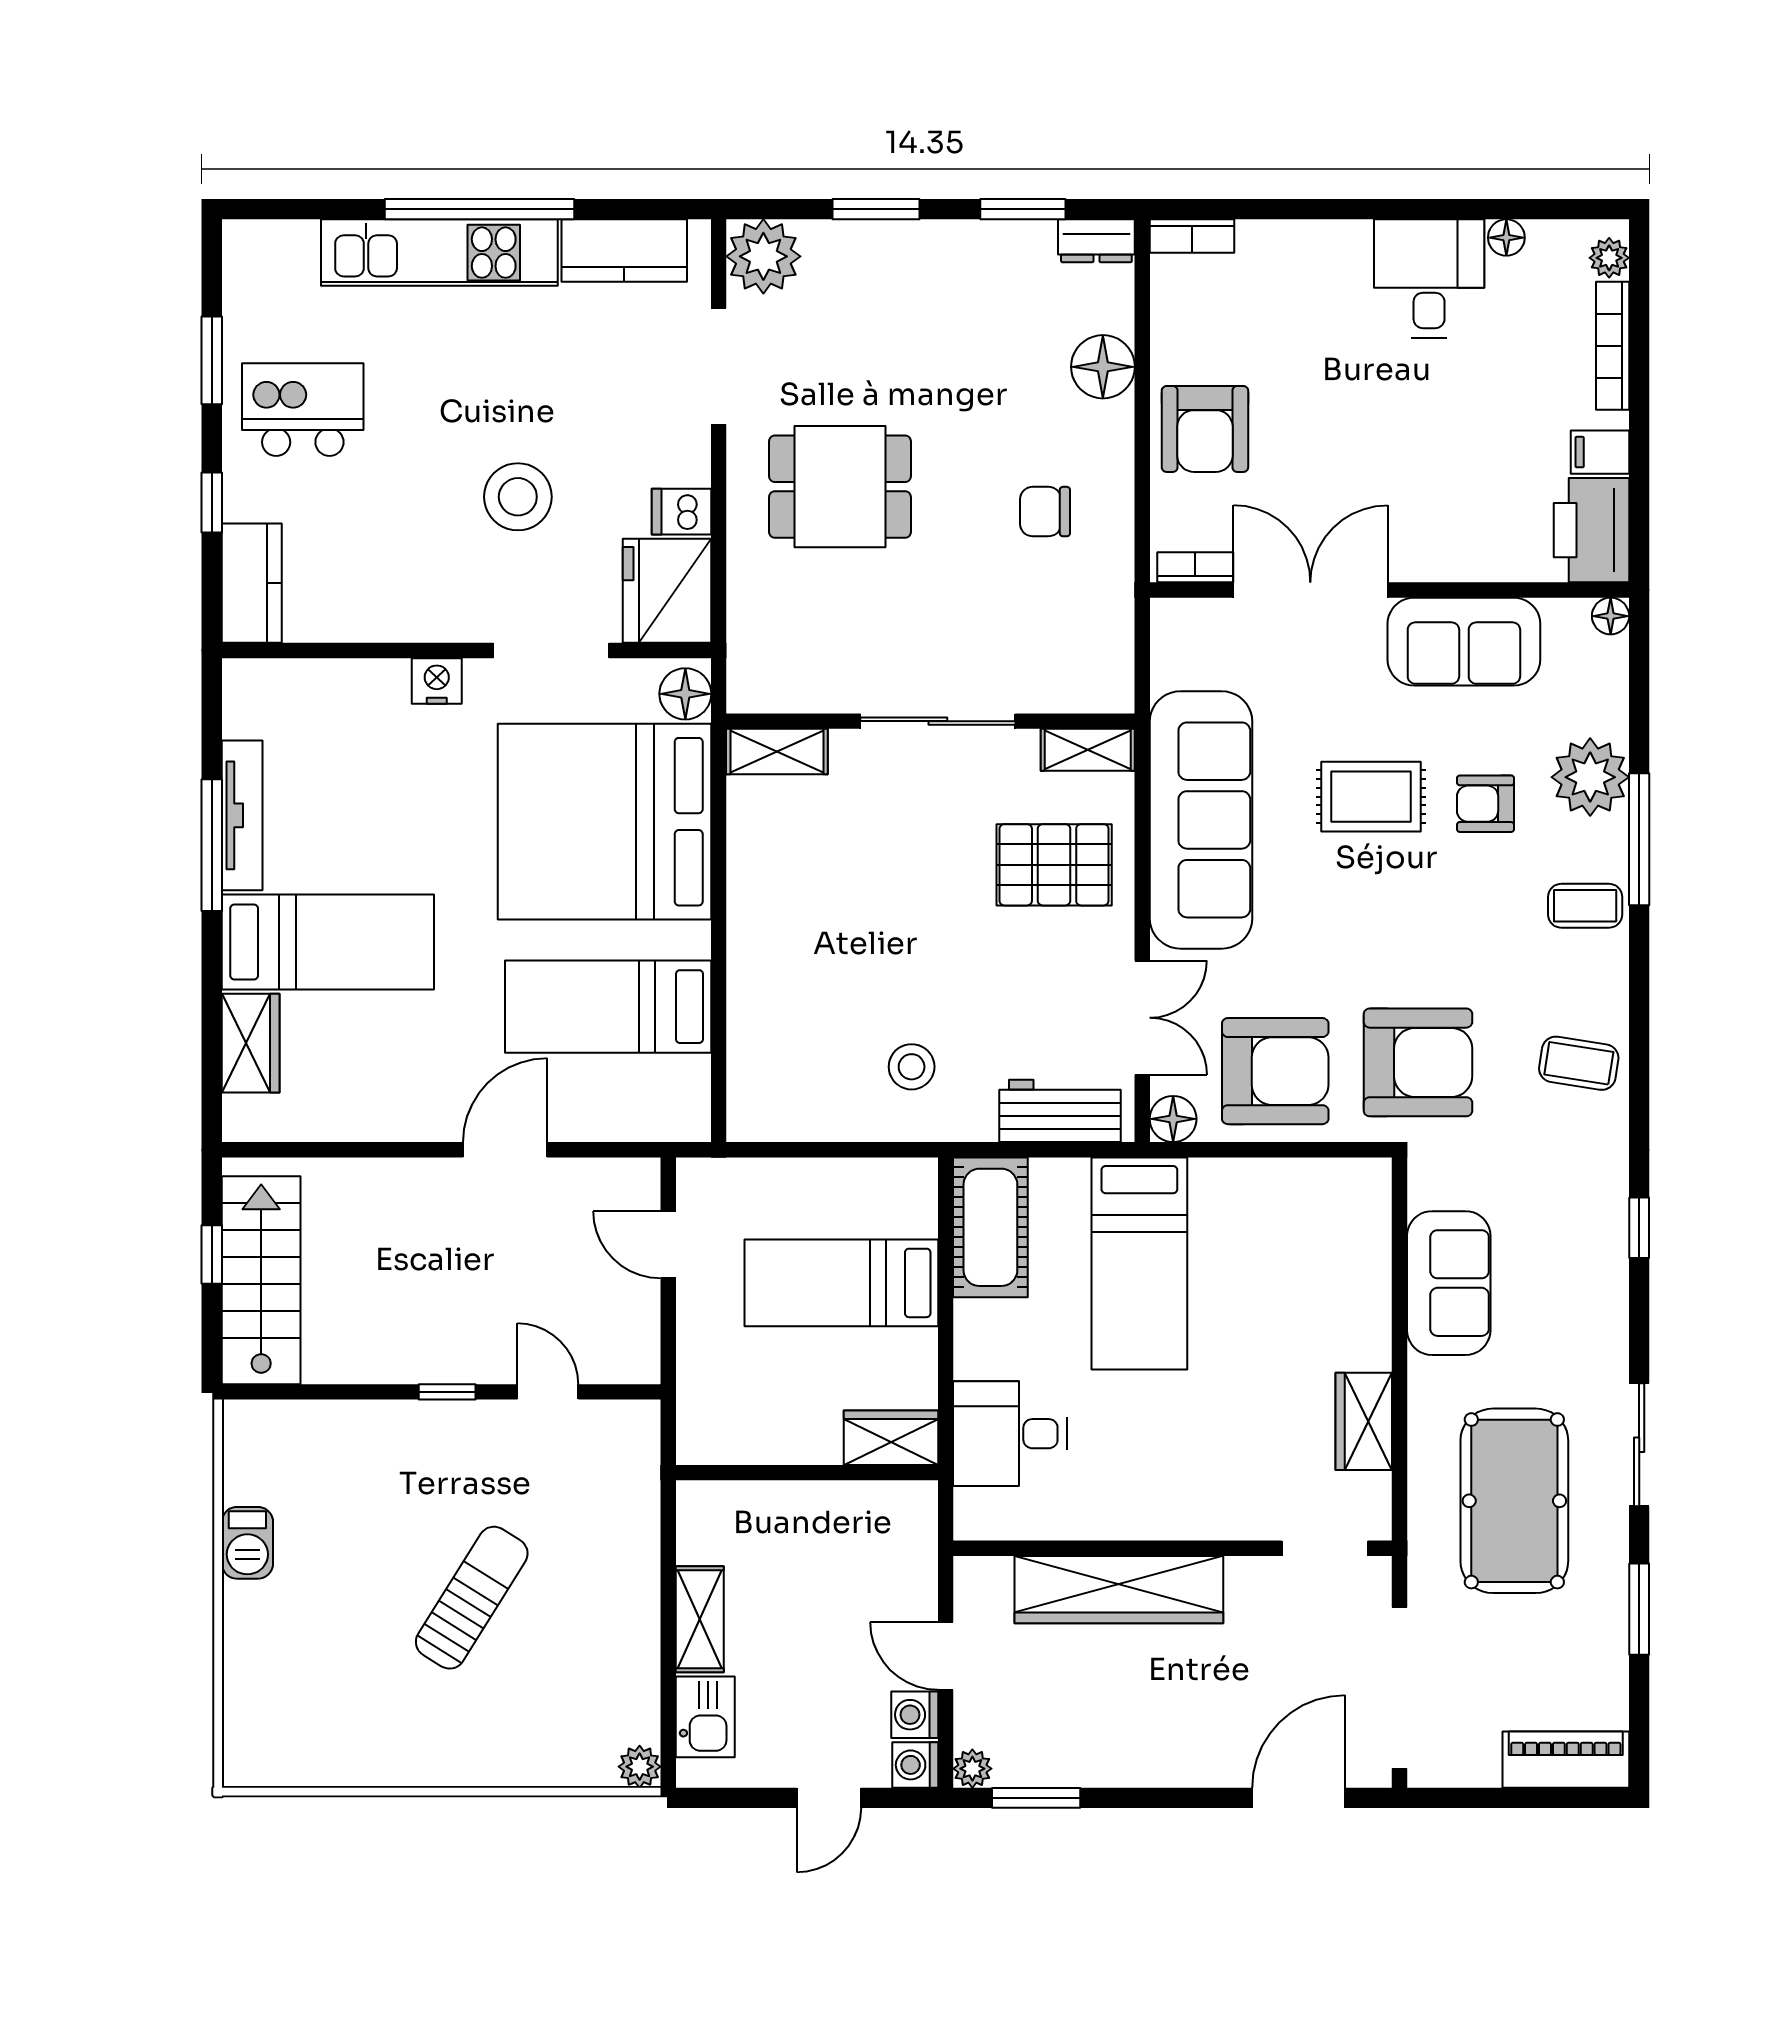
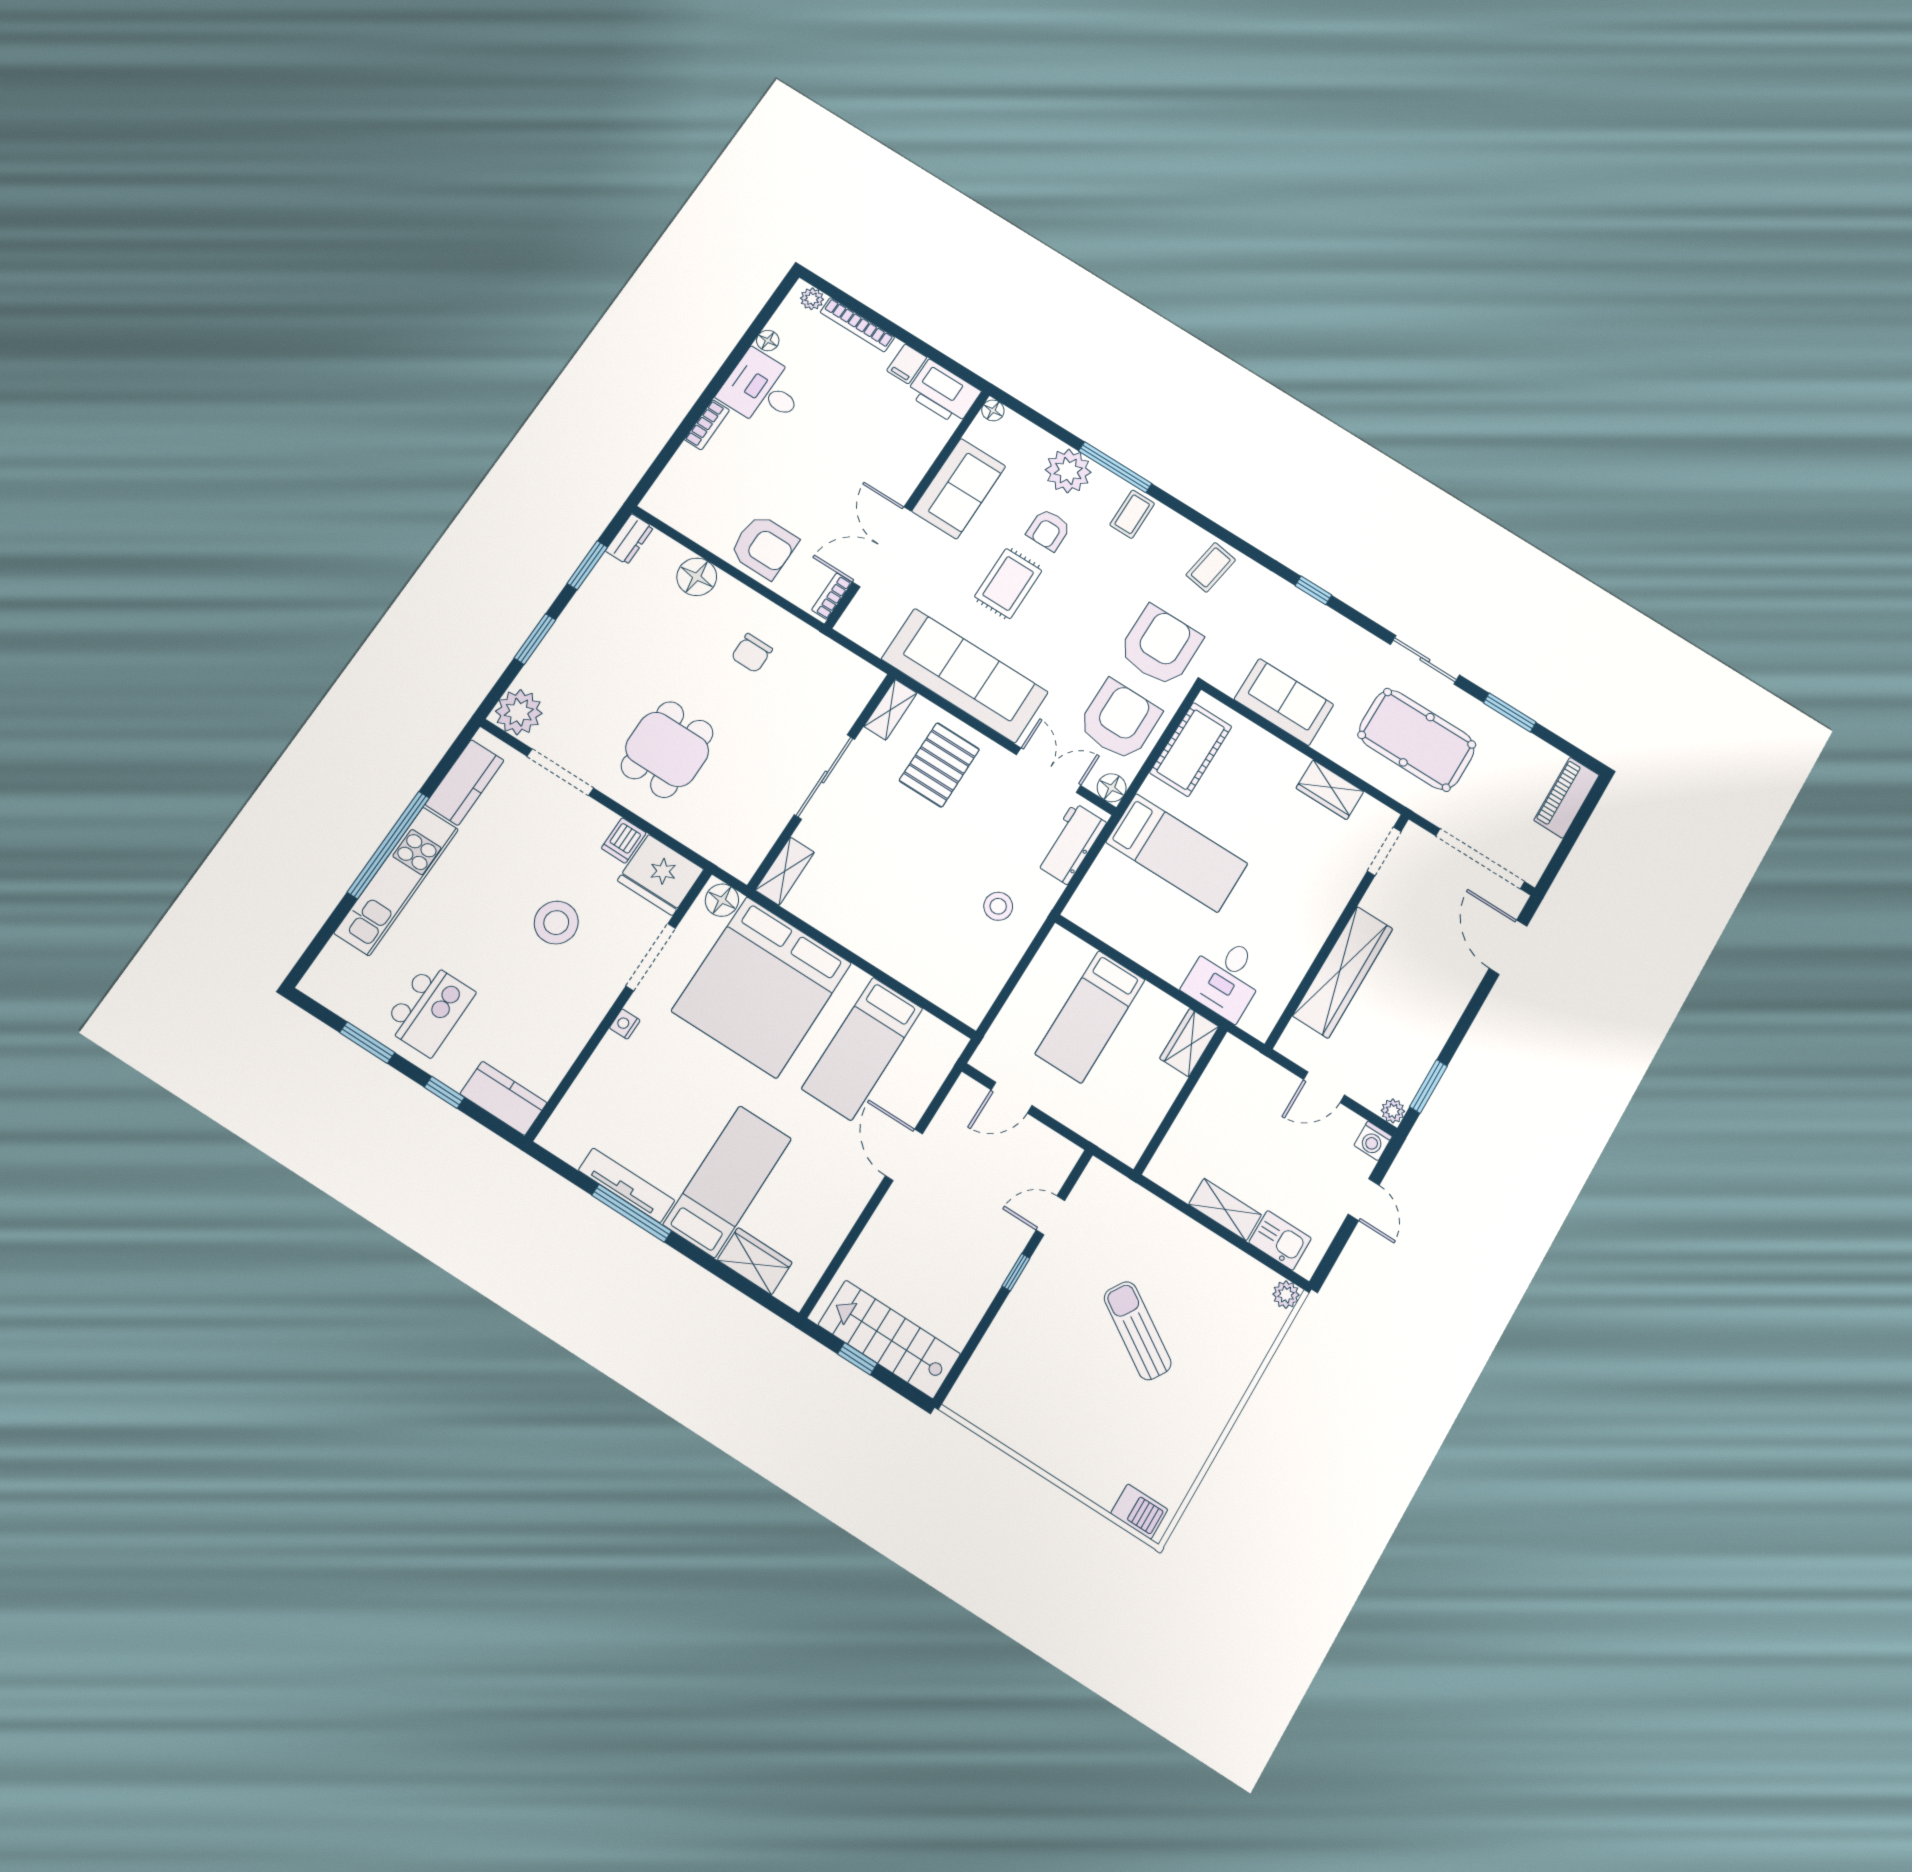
bookcase: (1192, 236) -> (707, 425), moved
kitchen island: (303, 410) -> (429, 1009), turned 180
nightstand: (437, 681) -> (625, 1024), width x0.72, depth x0.74
cot: (990, 1227) -> (1191, 750), moved, turned 90
barbecue: (247, 1543) -> (1139, 1512), moved
washing machine: (915, 1715) -> (1346, 1124), removed

